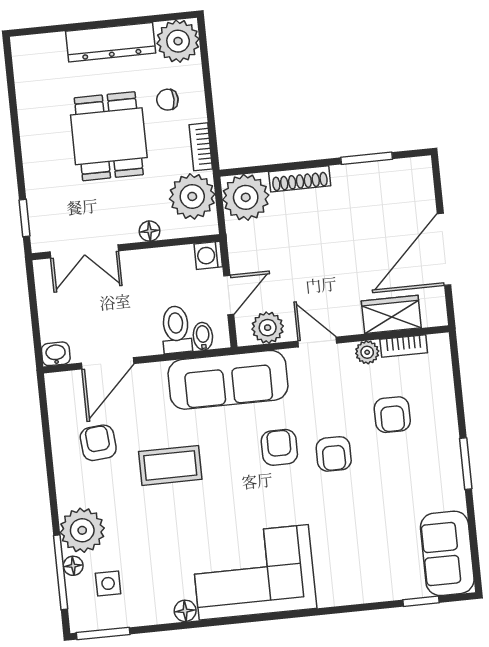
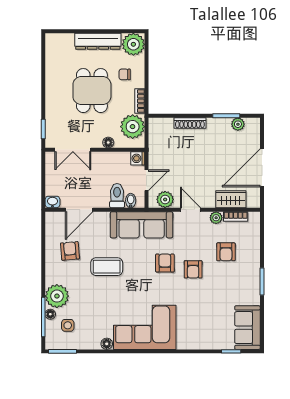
plant: (246, 197) -> (238, 124), moved, width x0.53, depth x0.53

